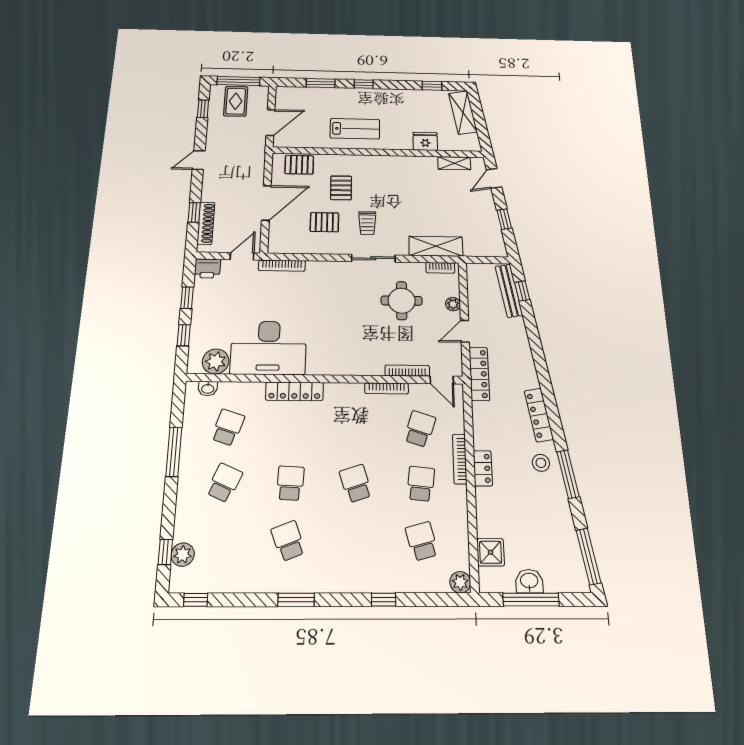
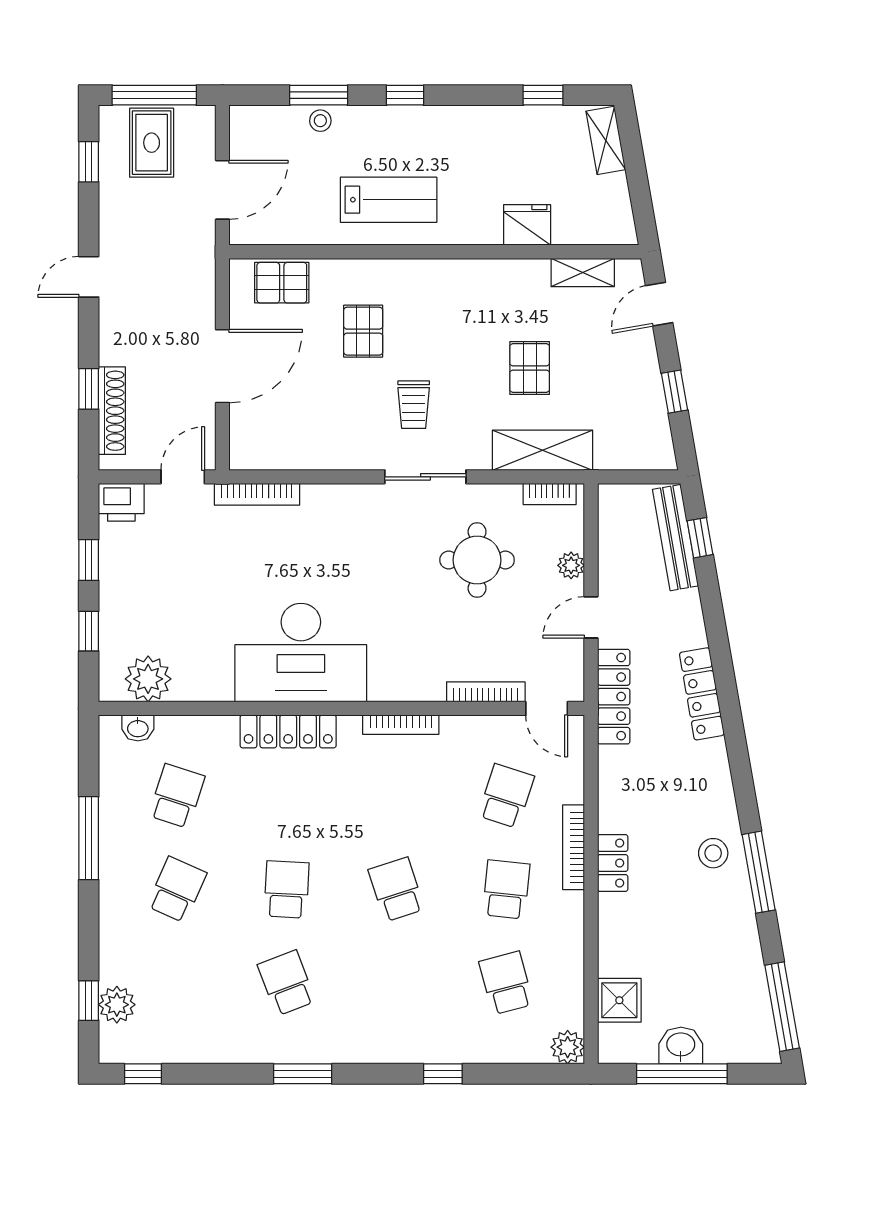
stool: (321, 94) -> (320, 121), added
shelving: (463, 113) -> (606, 140), width x0.67, depth x0.75
pallet: (324, 222) -> (530, 368), moved, turned 90
desk: (269, 348) -> (301, 653), moved
bookcase: (387, 388) -> (401, 725), moved
locker: (539, 415) -> (702, 694), moved

